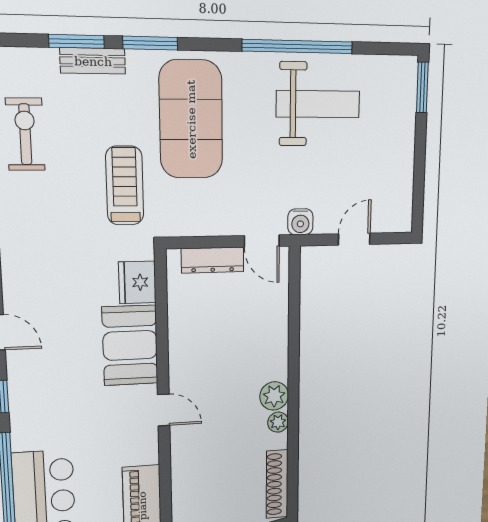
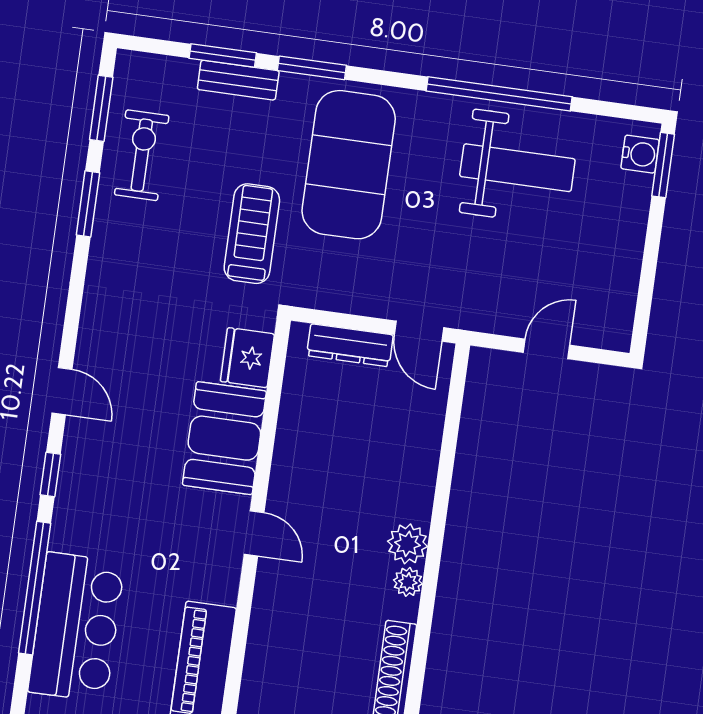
water cooler: (300, 222) -> (640, 154), moved, turned -90

